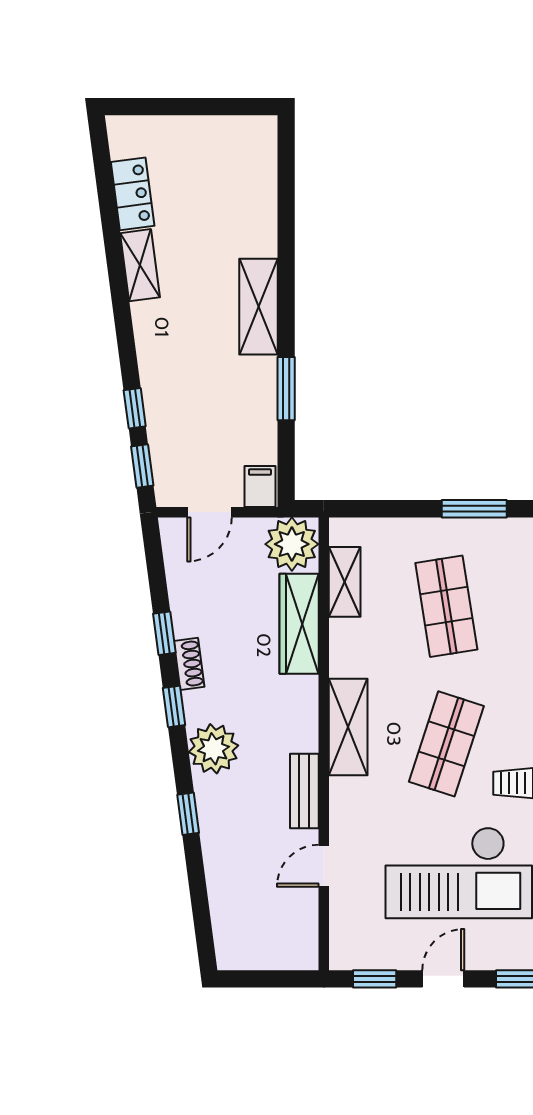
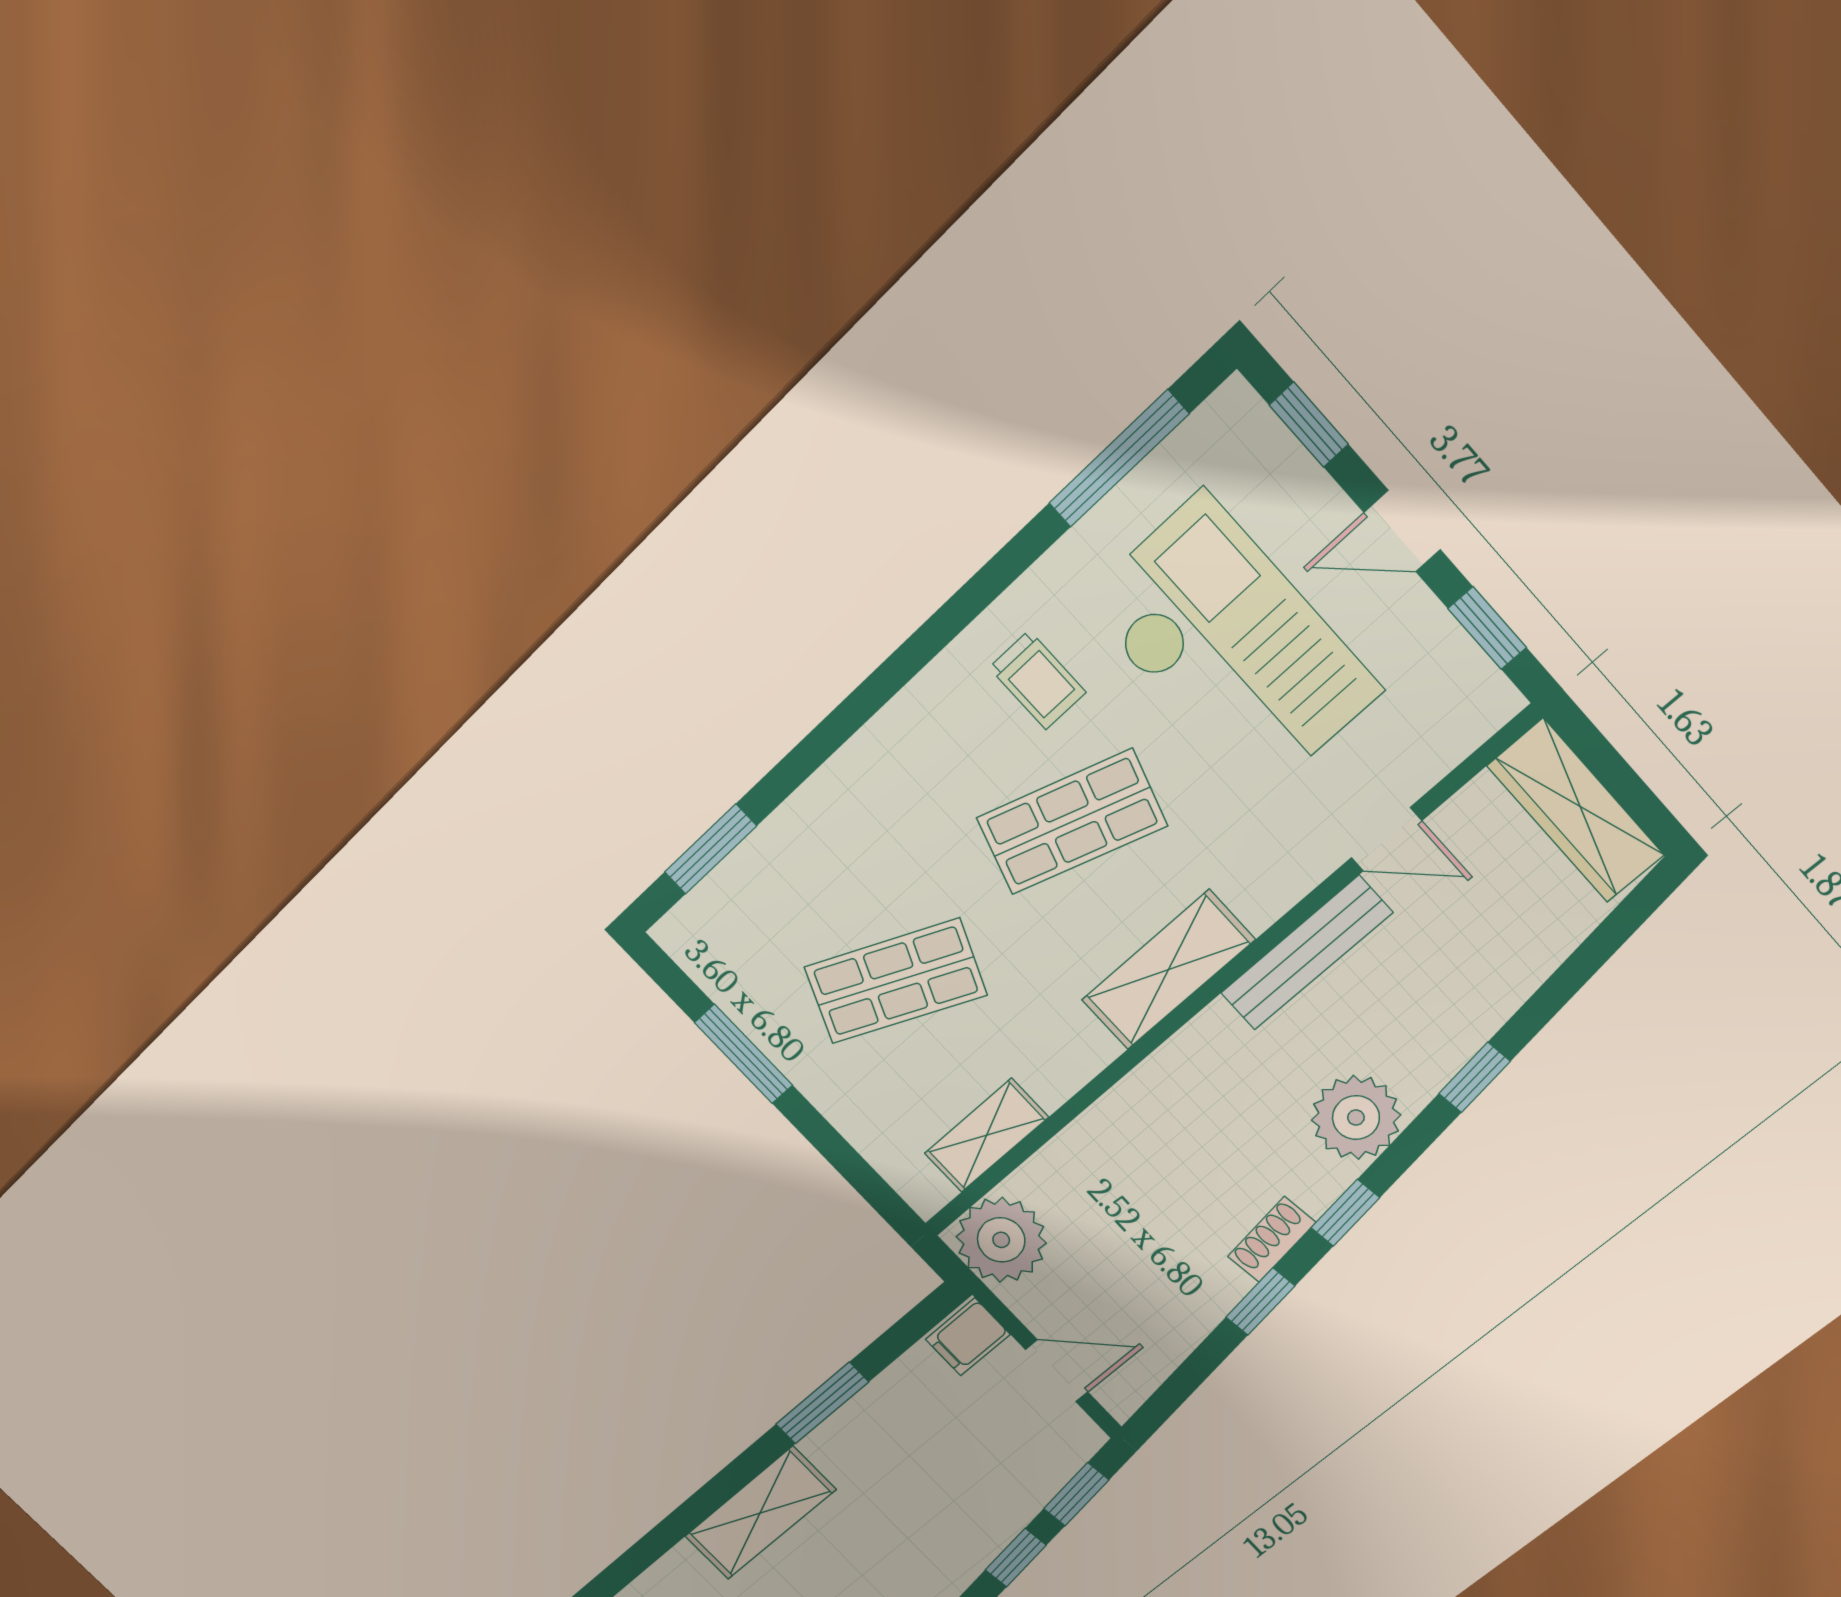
shop shelf: (446, 606) -> (896, 981), turned 33
wardrobe: (299, 624) -> (1576, 810), moved, turned 90
bench: (304, 791) -> (1306, 953), width x1.36

